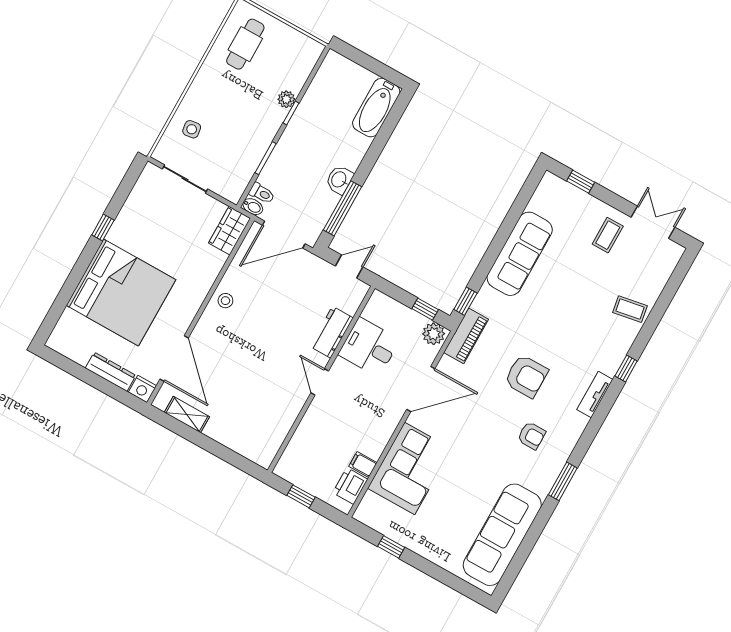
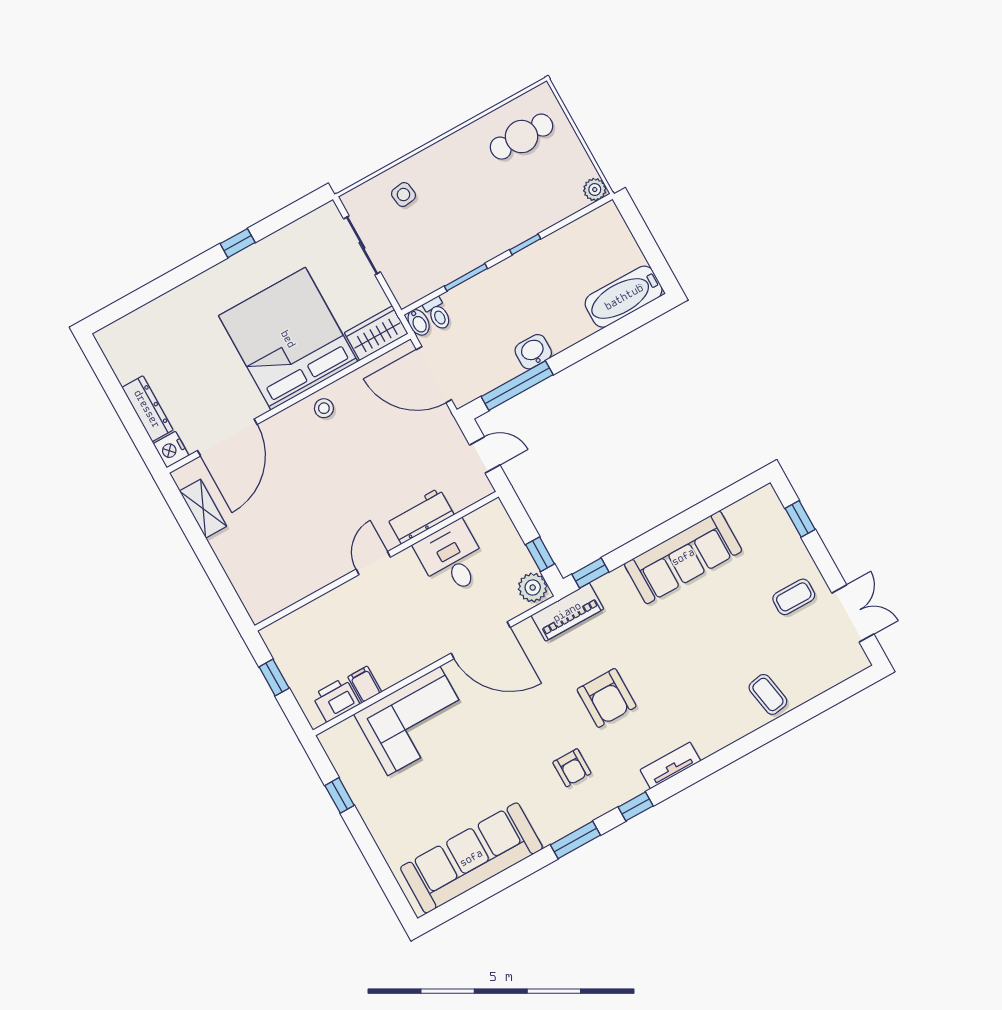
plant: (286, 99) -> (595, 190), moved
bed: (121, 292) -> (288, 339), moved, turned 180
window: (626, 369) -> (636, 806), moved

